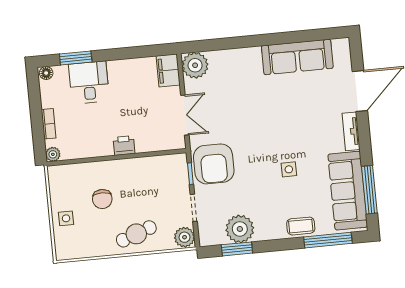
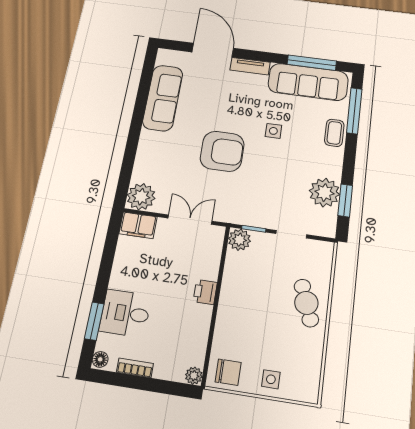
bookcase: (49, 124) -> (135, 368), moved
armchair: (214, 164) -> (222, 151), moved
chair: (102, 199) -> (228, 372), moved
plant: (184, 237) -> (239, 240), moved

